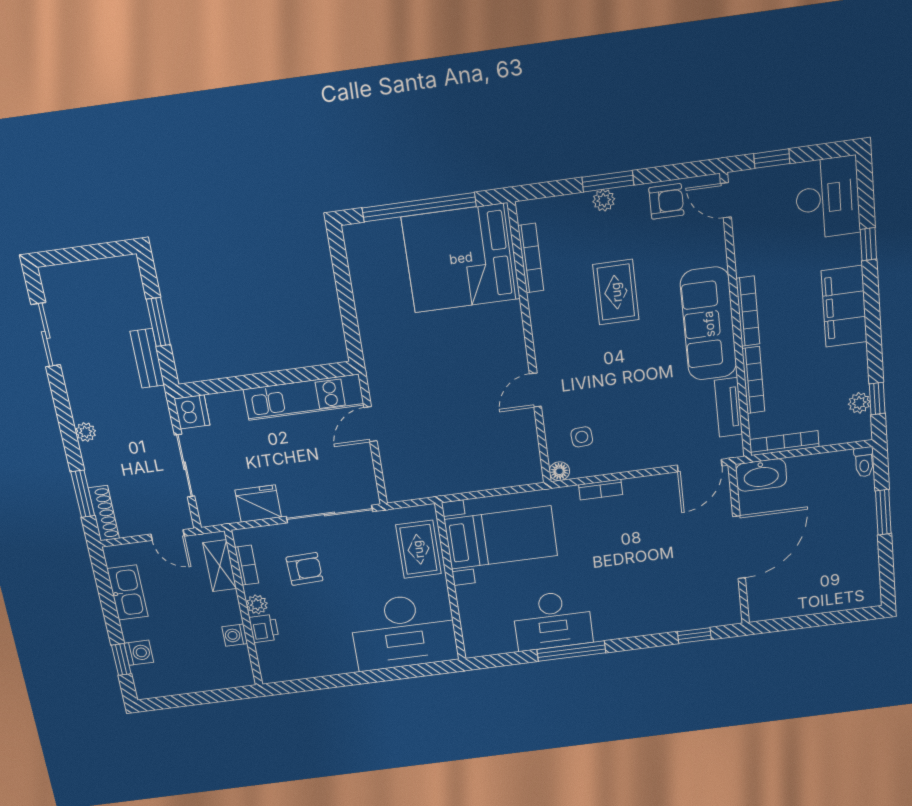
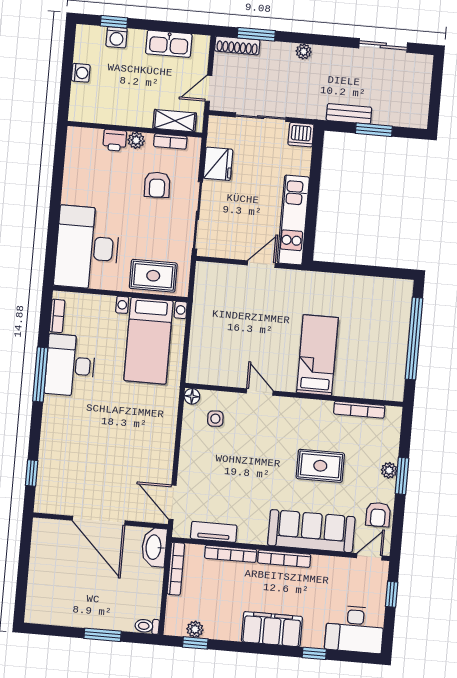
bed: (461, 258) -> (317, 355), moved, width x0.49
sofa: (709, 324) -> (311, 531), moved
door: (371, 424) -> (261, 264), hinge flipped
bookcase: (601, 490) -> (57, 316), moved, turned 180
washing machine: (235, 635) -> (81, 73), moved, turned 90

